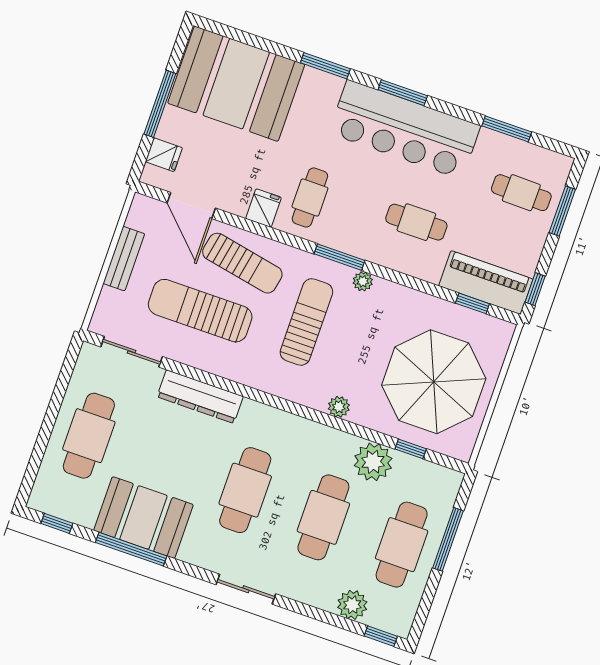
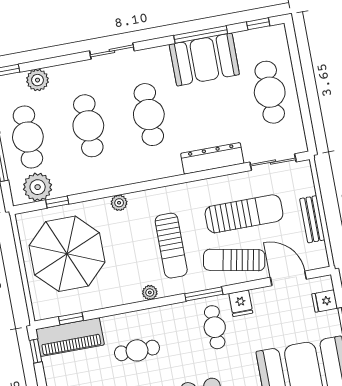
window: (340, 257) -> (204, 294), moved
plant: (373, 462) -> (38, 187), moved

